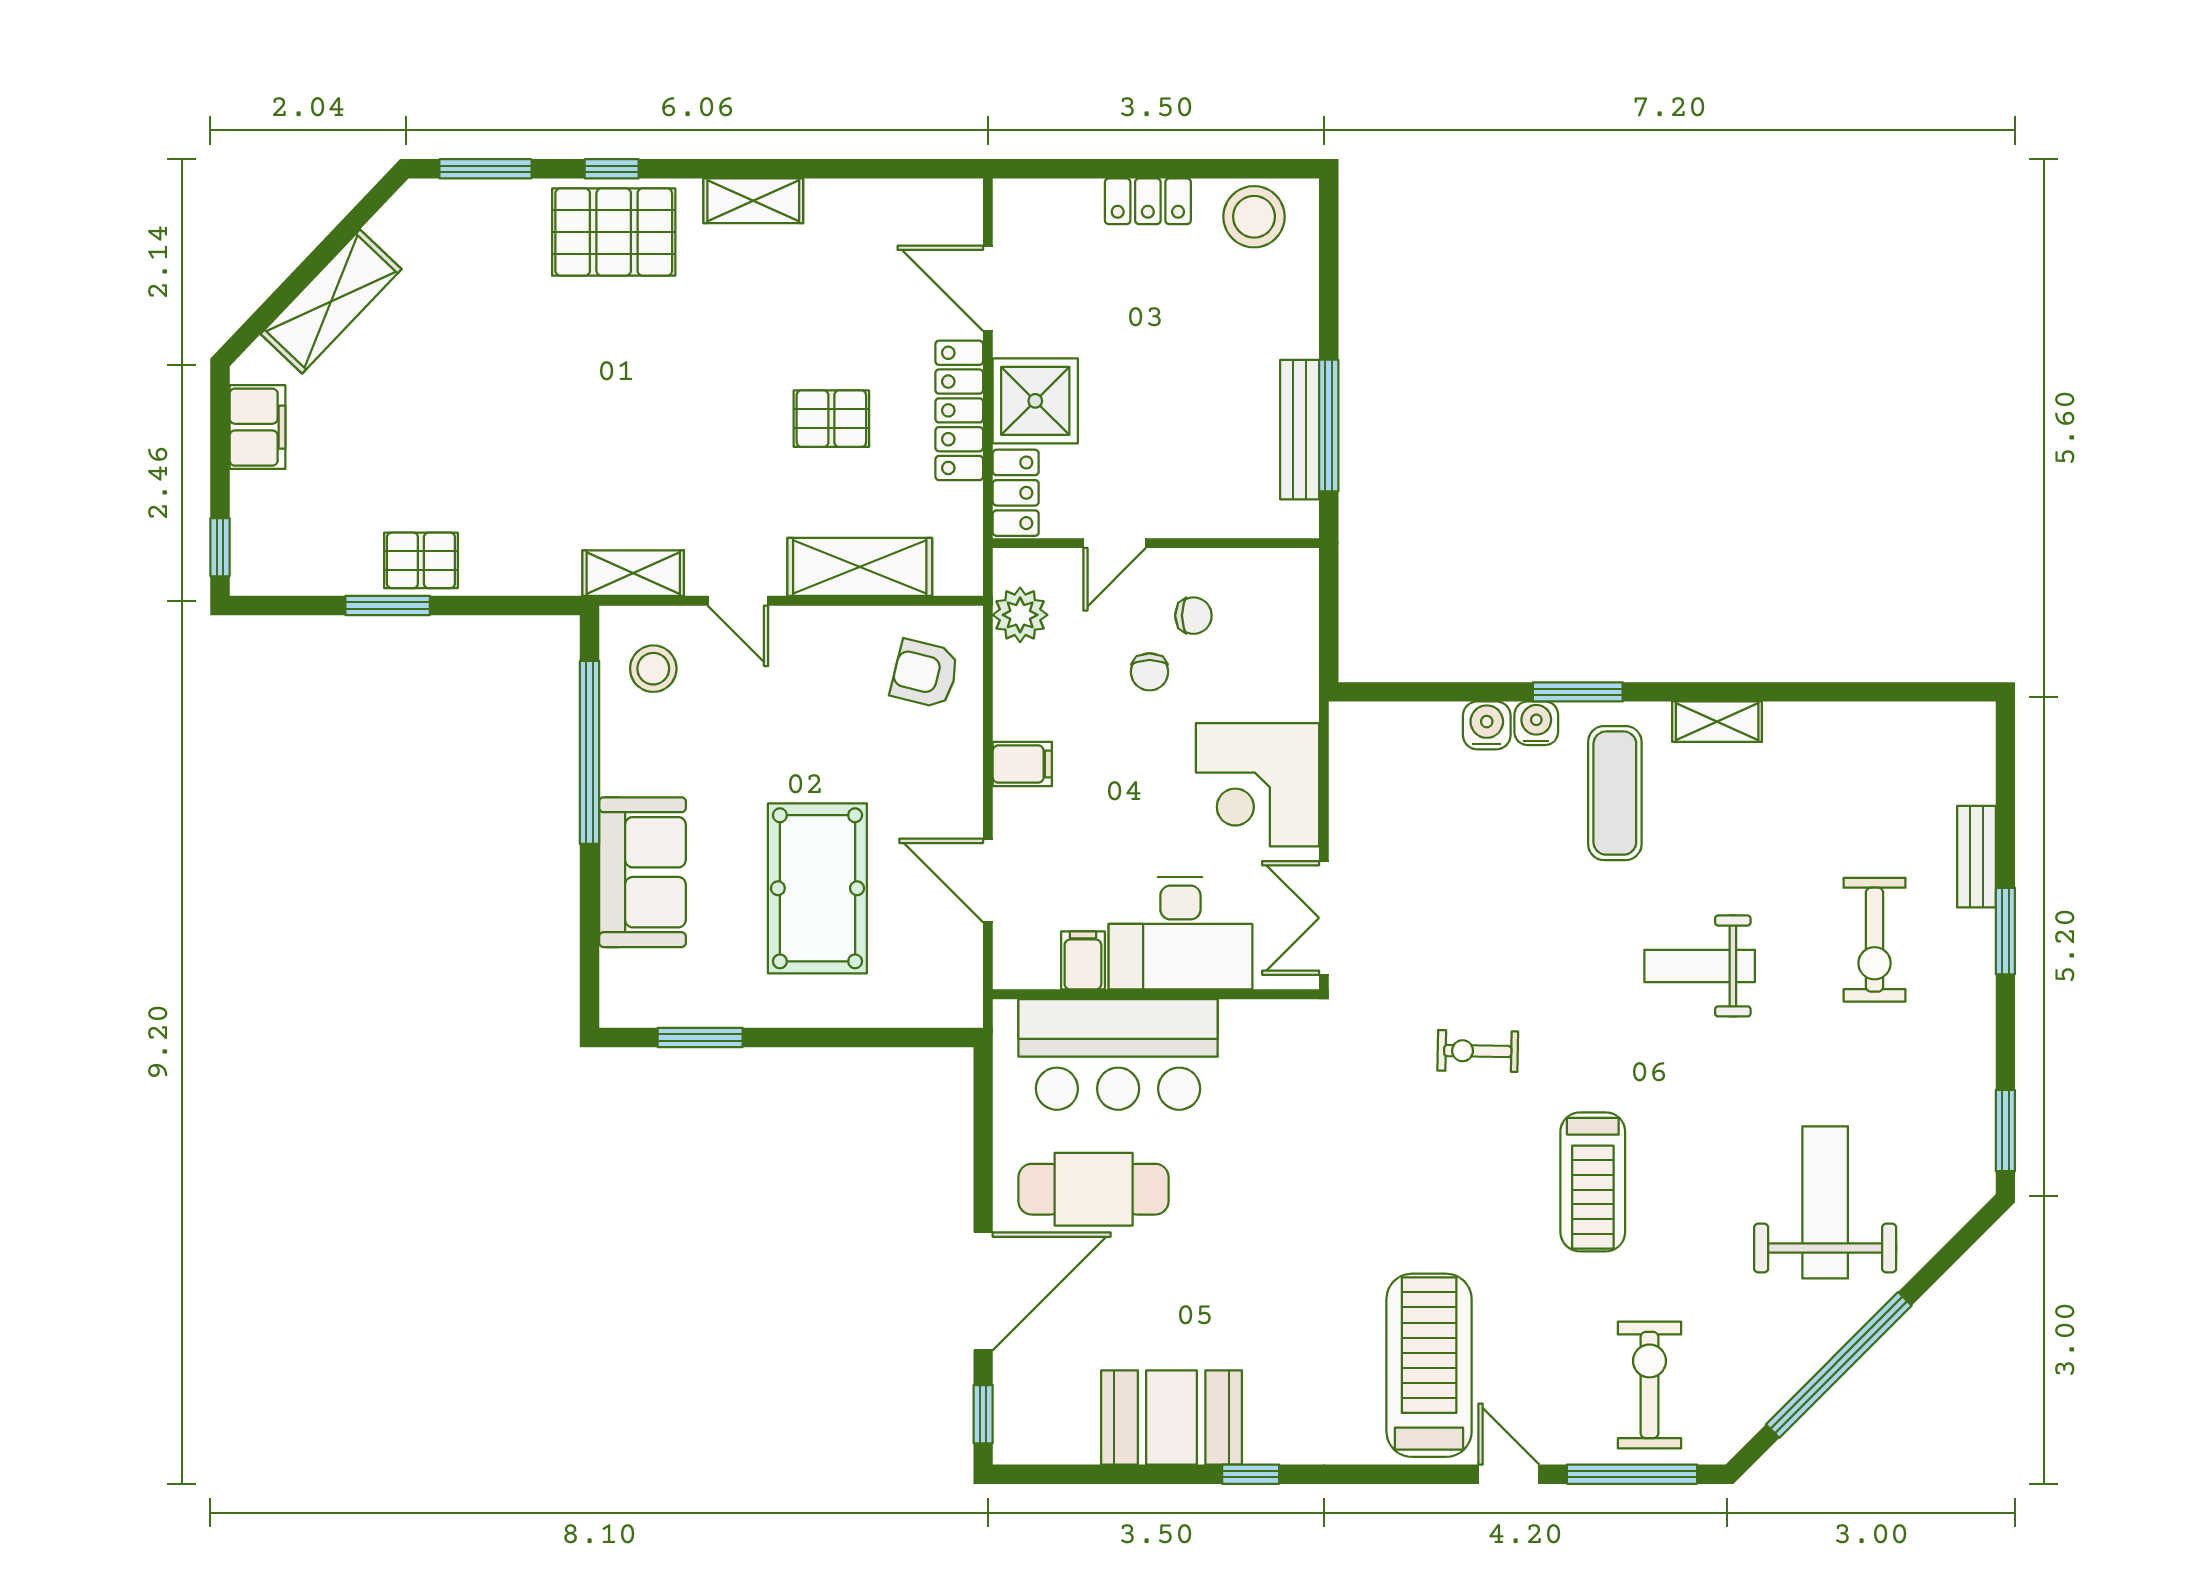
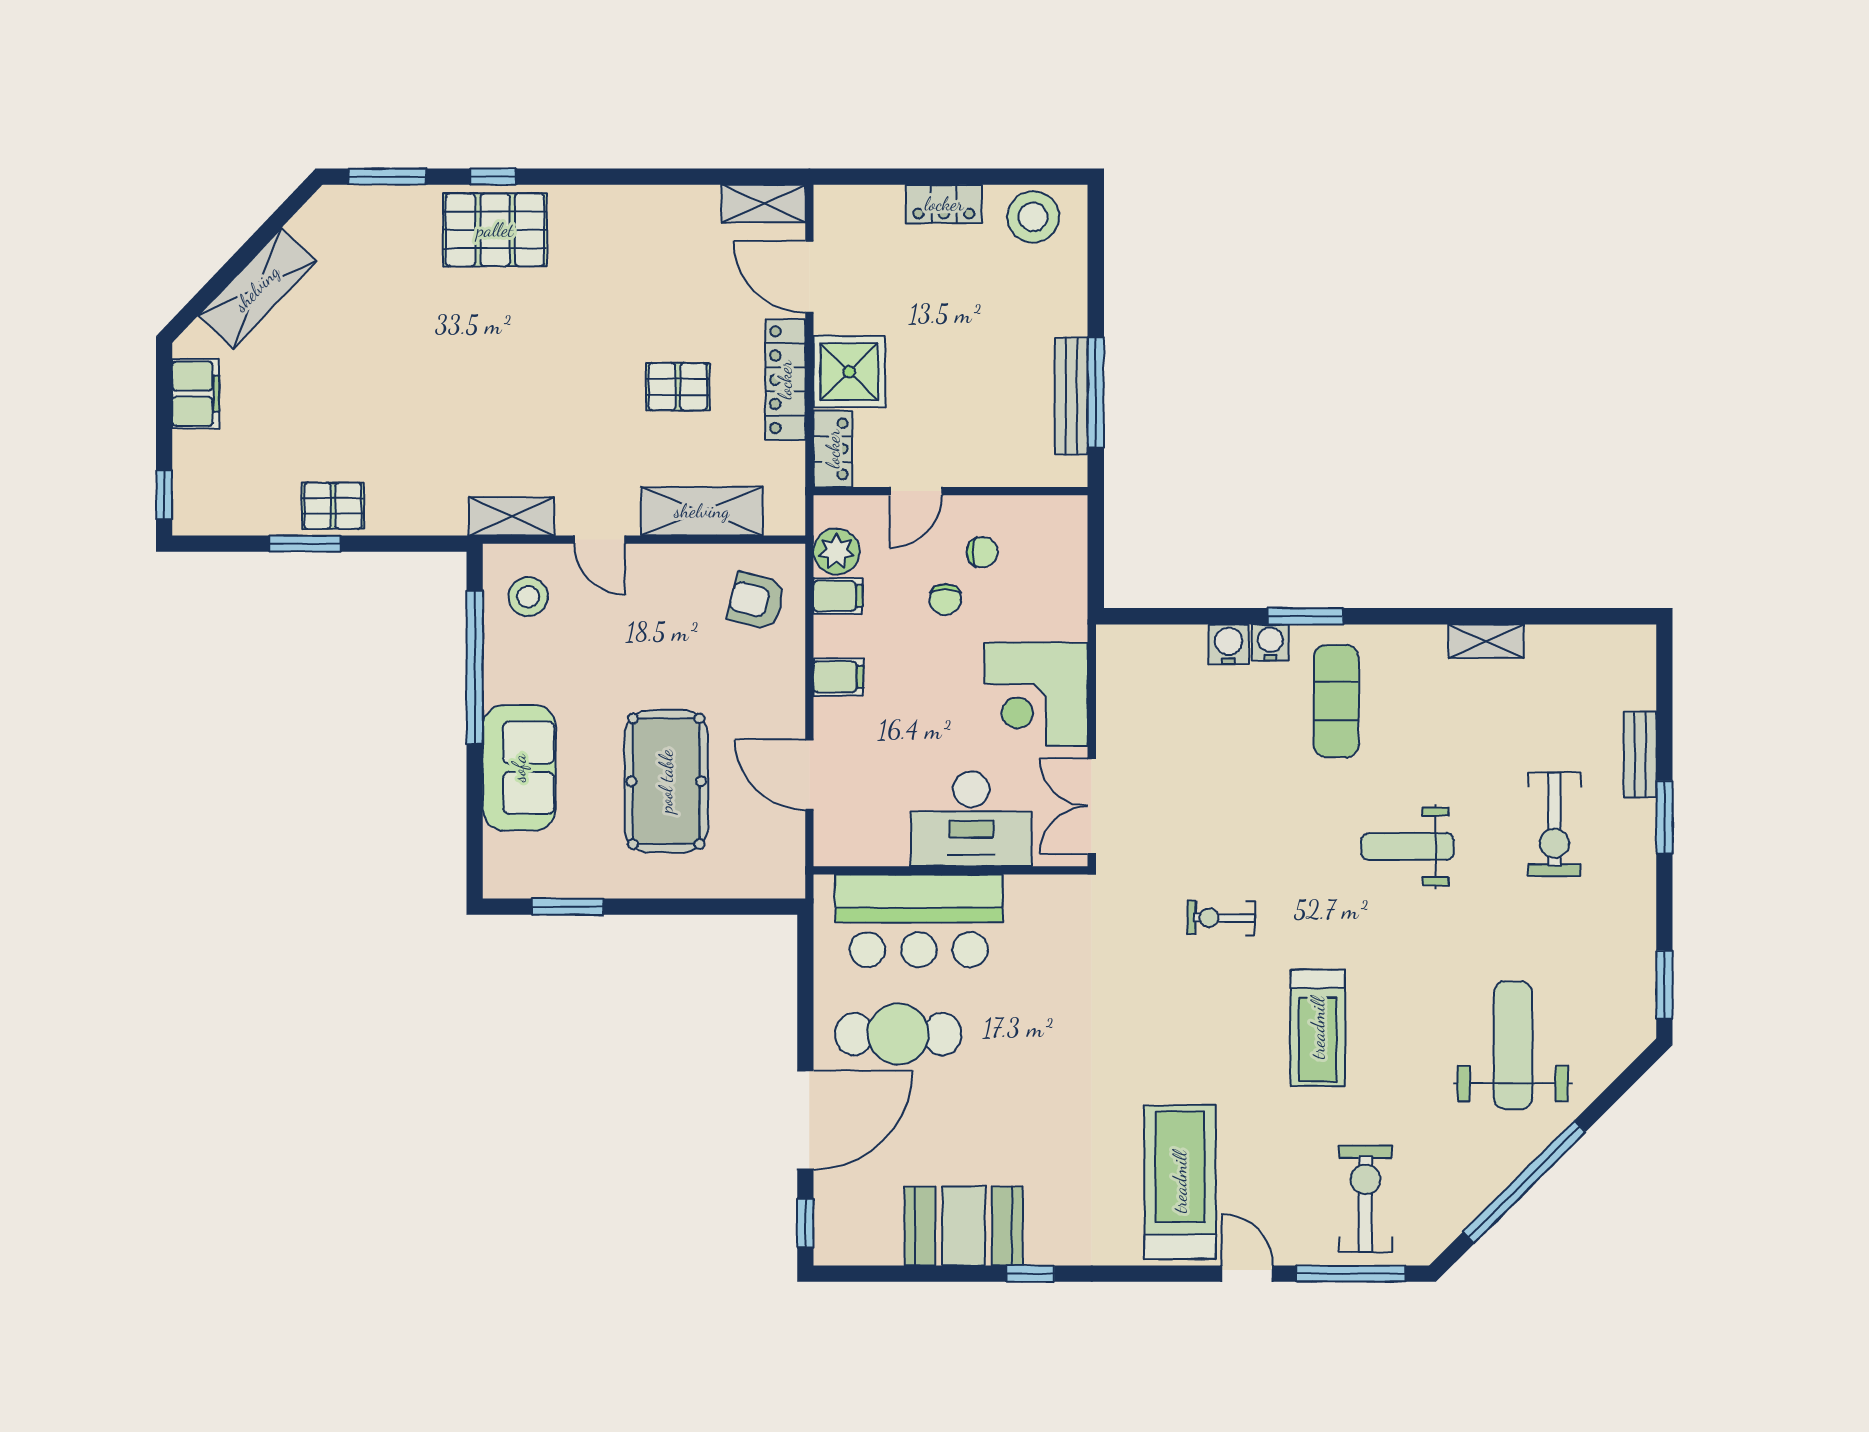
shelving: (753, 201) -> (763, 204), moved
shelving: (1717, 722) -> (1486, 641), moved
filing cabinet: (1083, 960) -> (838, 596), moved, turned 90

